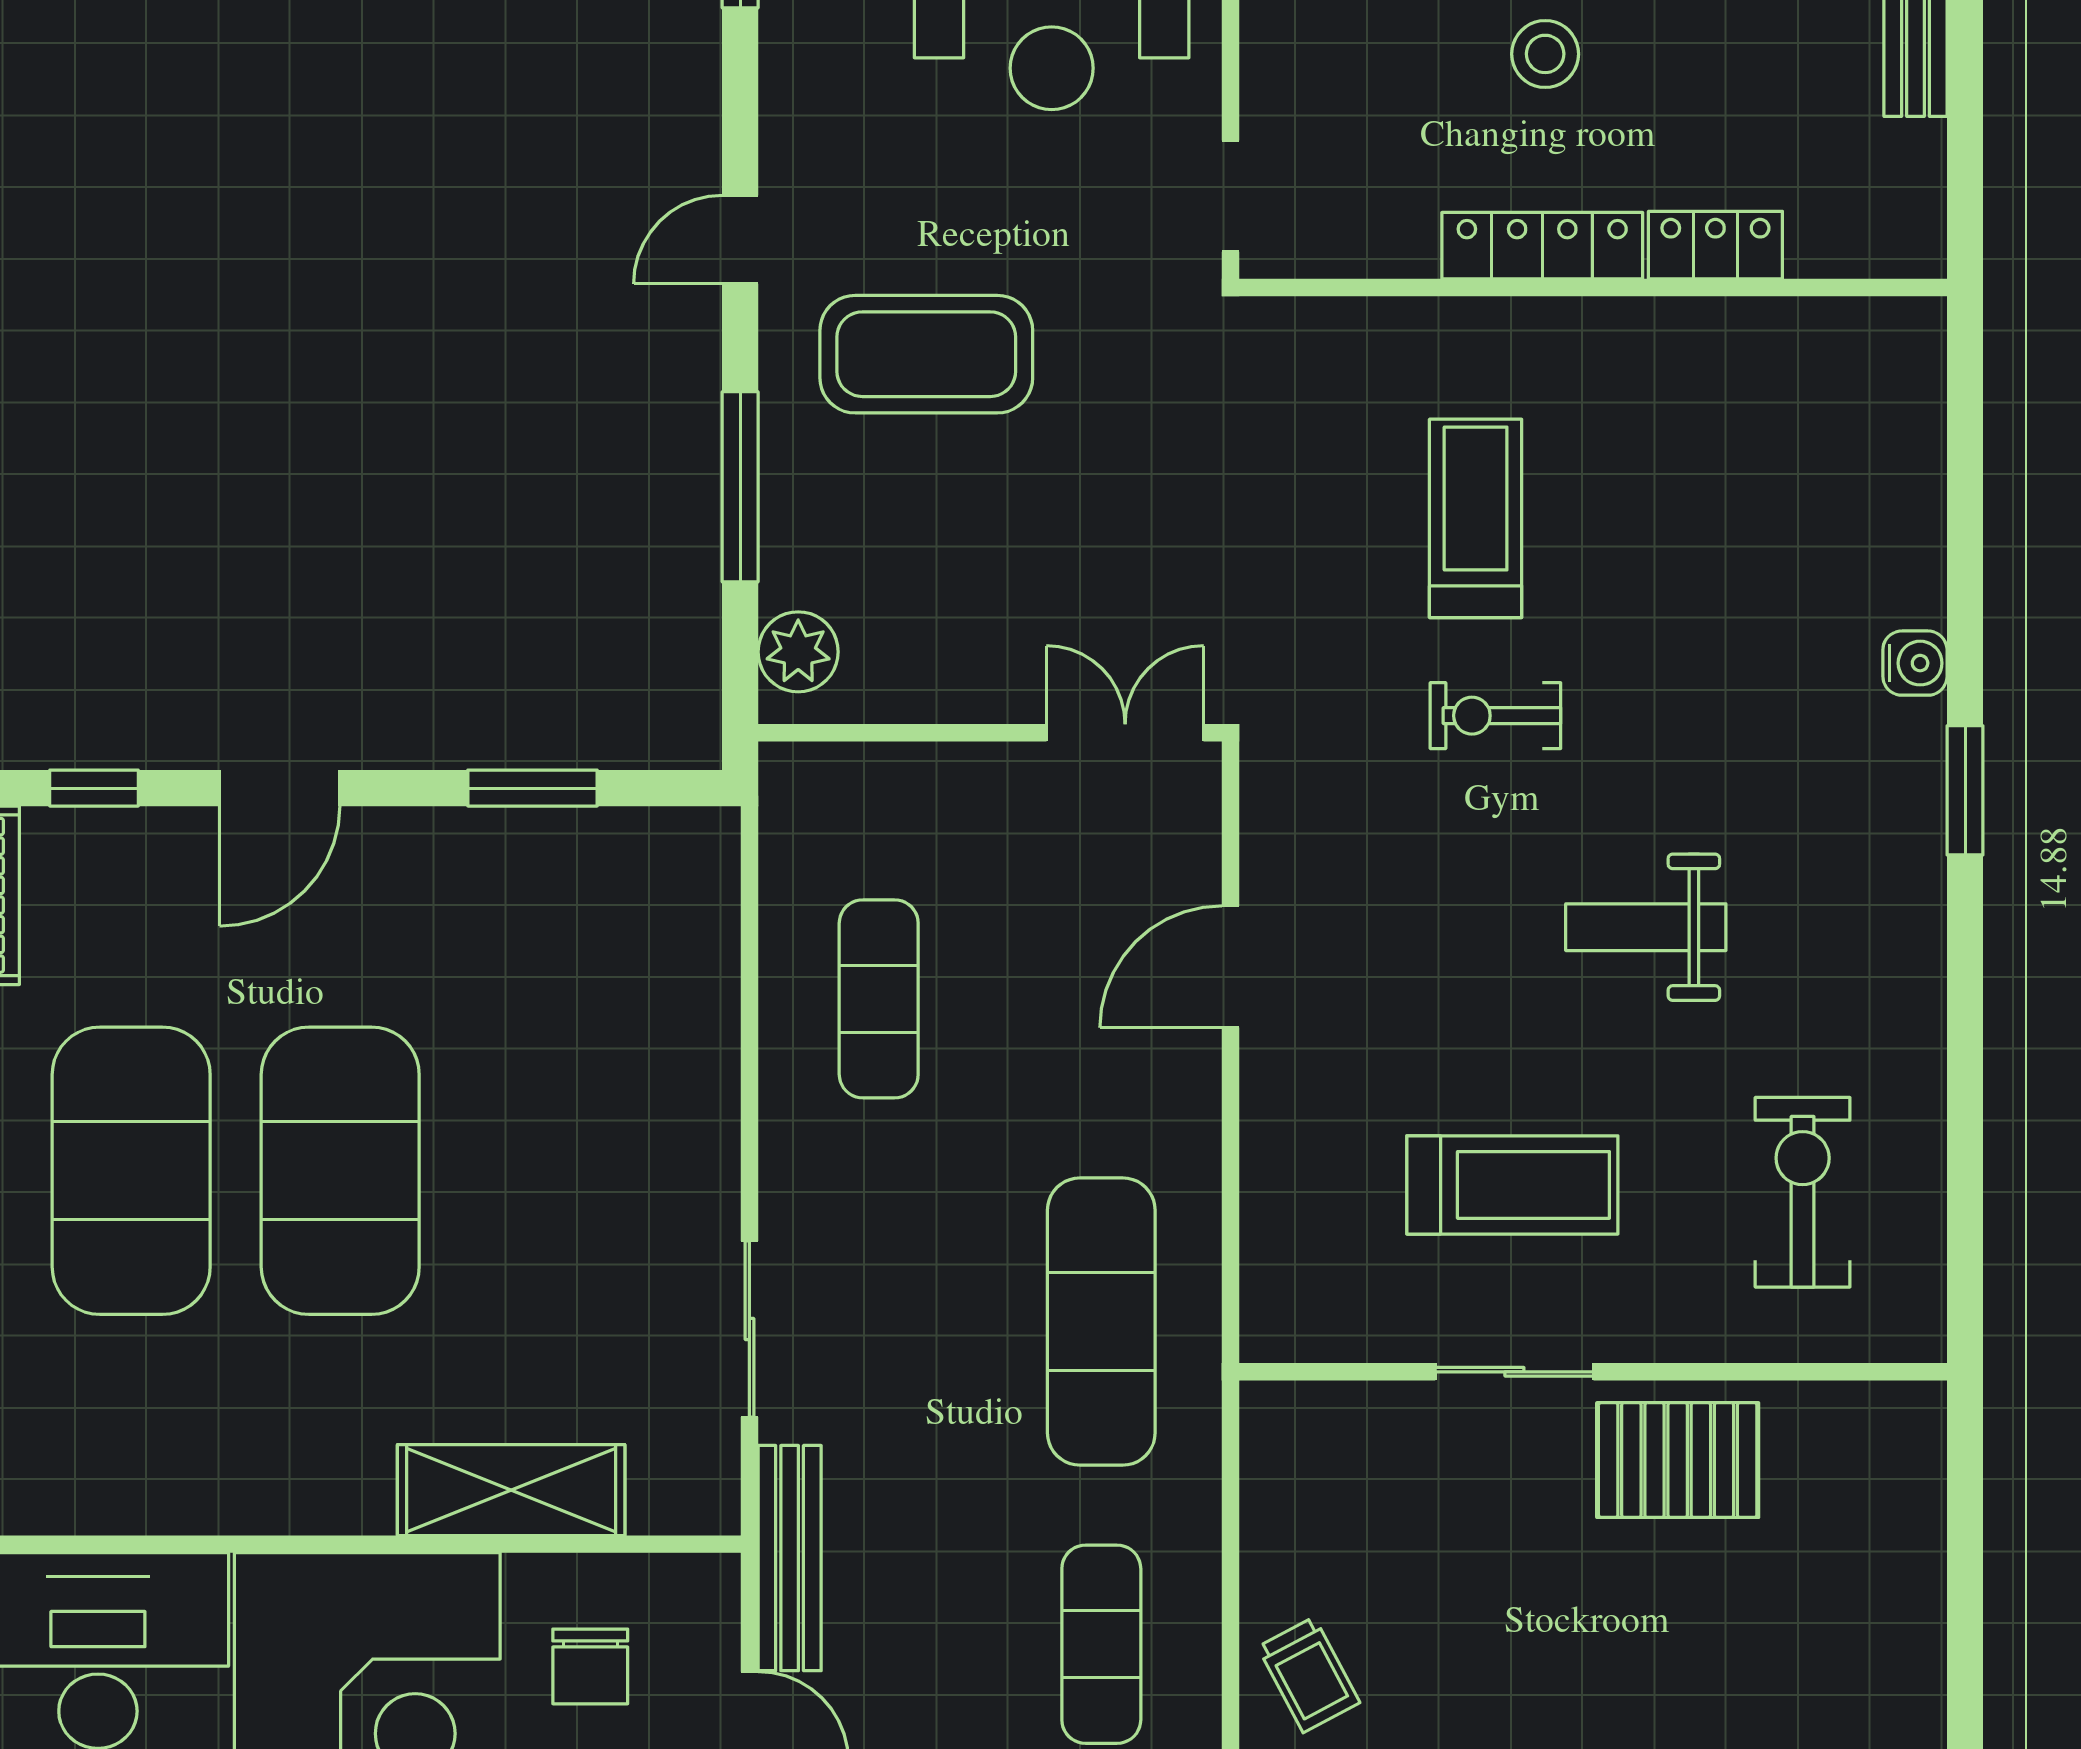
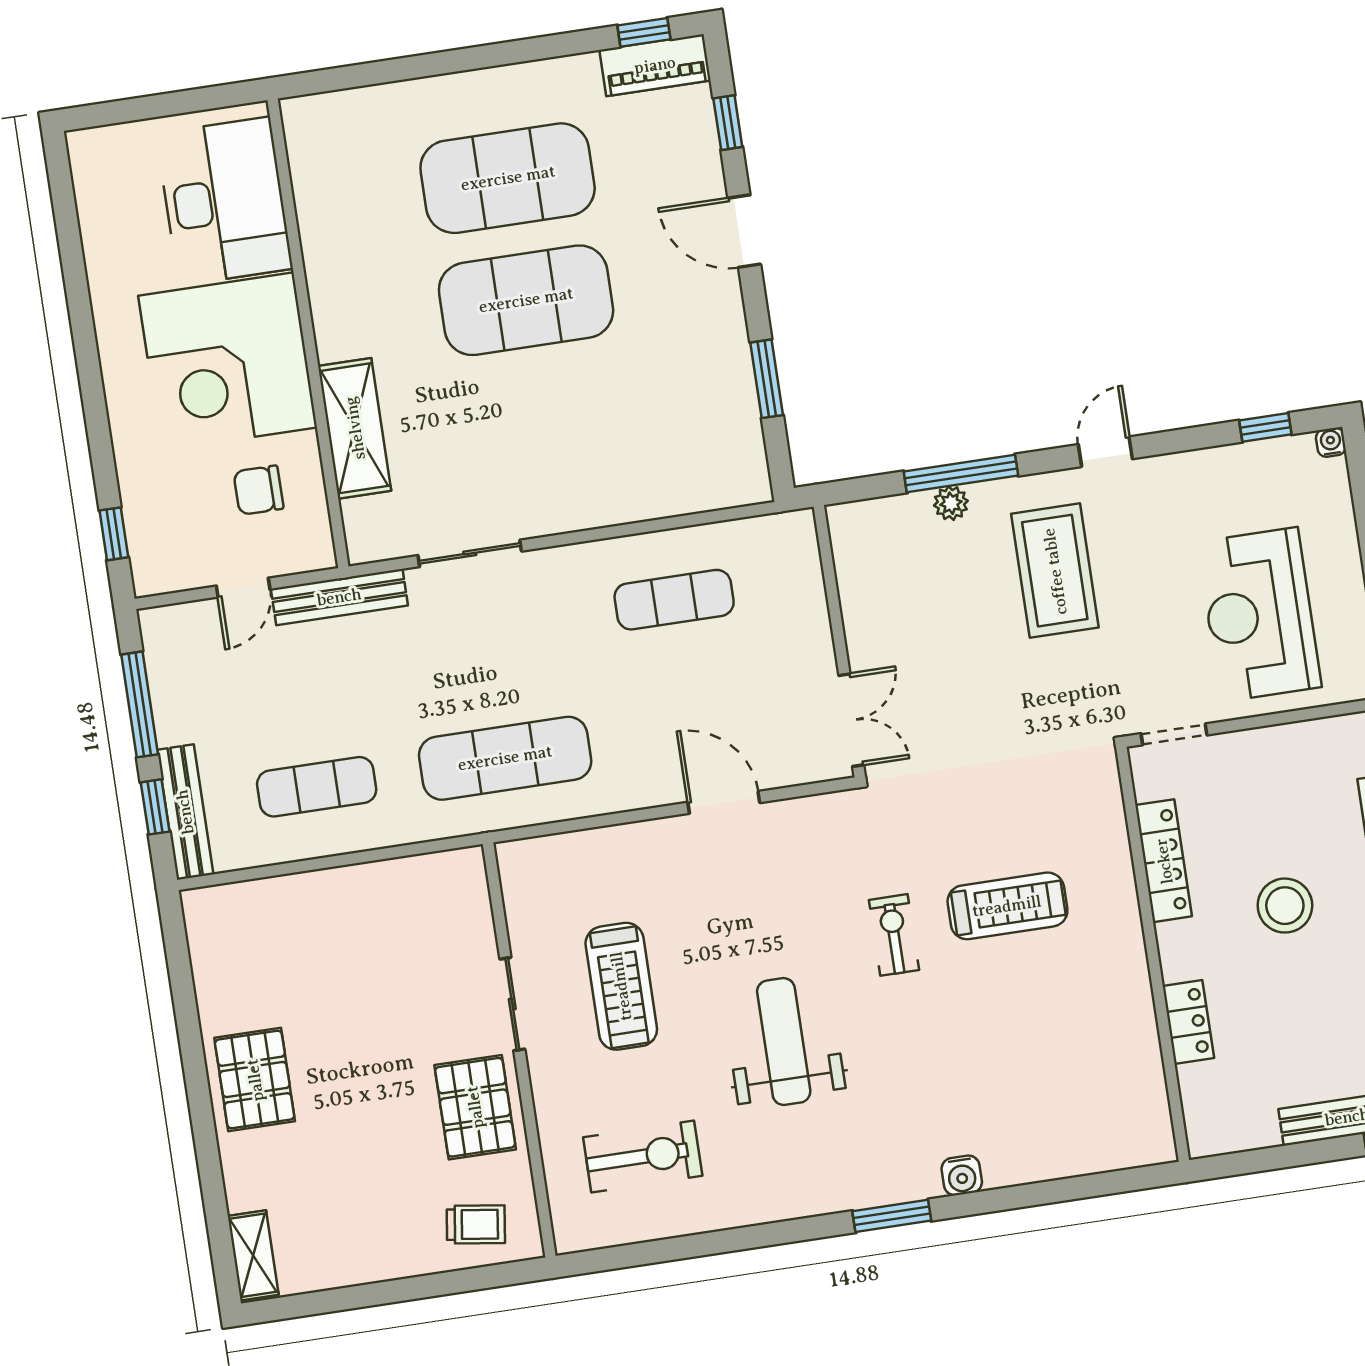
stool: (1545, 54) -> (1285, 906), width x1.38, depth x1.38
door: (740, 240) -> (1105, 452), hinge flipped
locker: (1542, 246) -> (1164, 861), moved
plant: (798, 652) -> (951, 503), moved, width x0.73, depth x0.73
weight bench: (1646, 927) -> (784, 1042), width x1.36, depth x1.33
trolley: (1309, 1675) -> (476, 1224), moved, turned -144

